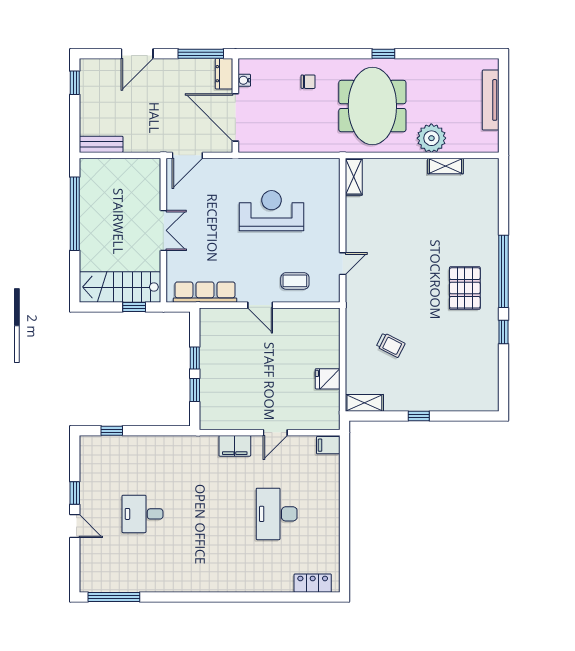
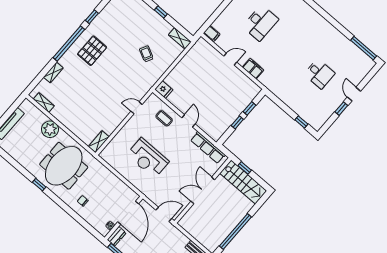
shelving: (446, 166) -> (44, 102), moved
shelving: (491, 216) -> (53, 72), added
double door: (163, 230) -> (203, 190), width x1.37
fridge: (328, 379) -> (164, 90), moved

